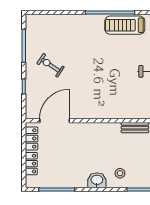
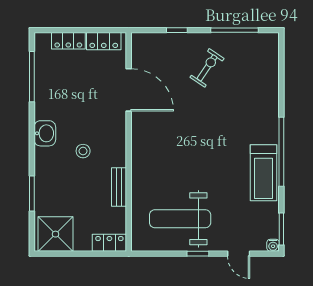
treadmill: (125, 25) -> (264, 173), turned 180
door: (55, 121) -> (129, 90), moved
stool: (120, 173) -> (83, 151), moved

